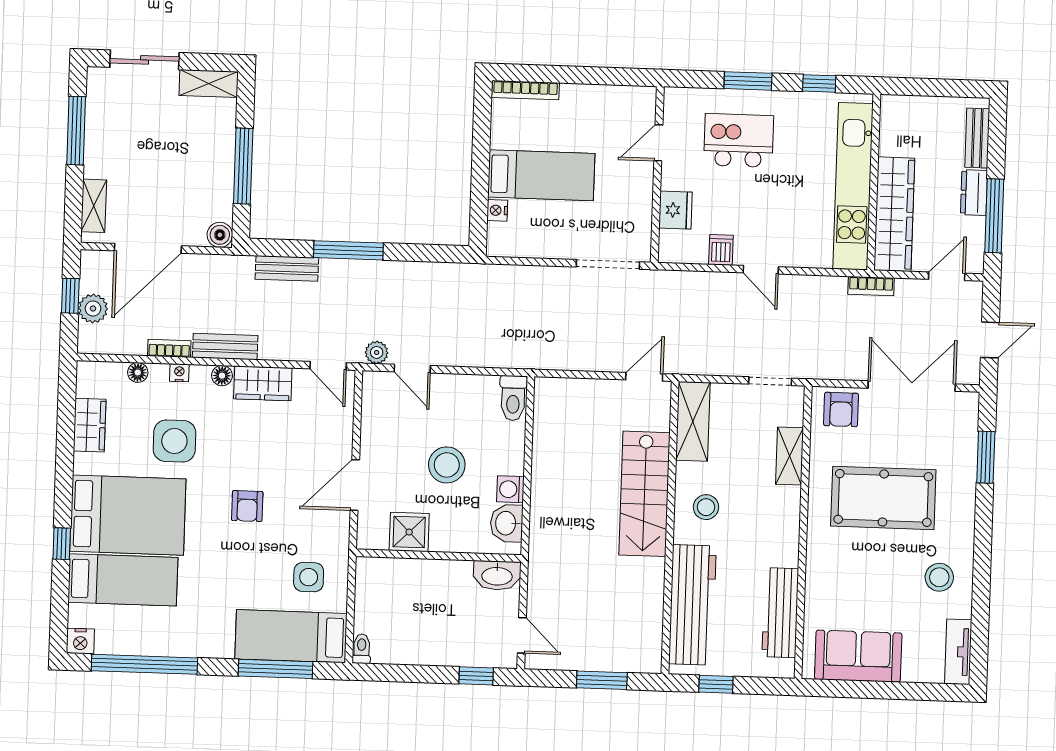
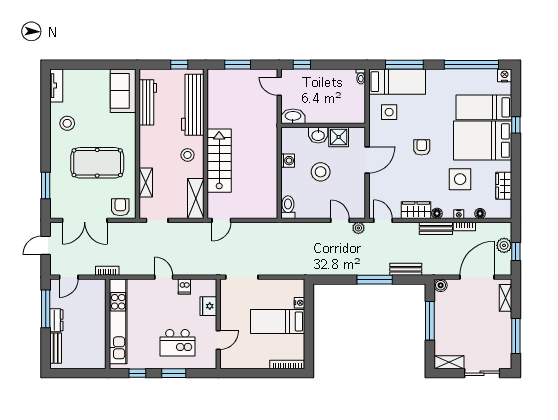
wardrobe: (894, 214) -> (97, 308), removed
washbasin: (507, 523) -> (318, 135), moved, turned 90
sofa: (858, 656) -> (123, 91), moved, turned 90

